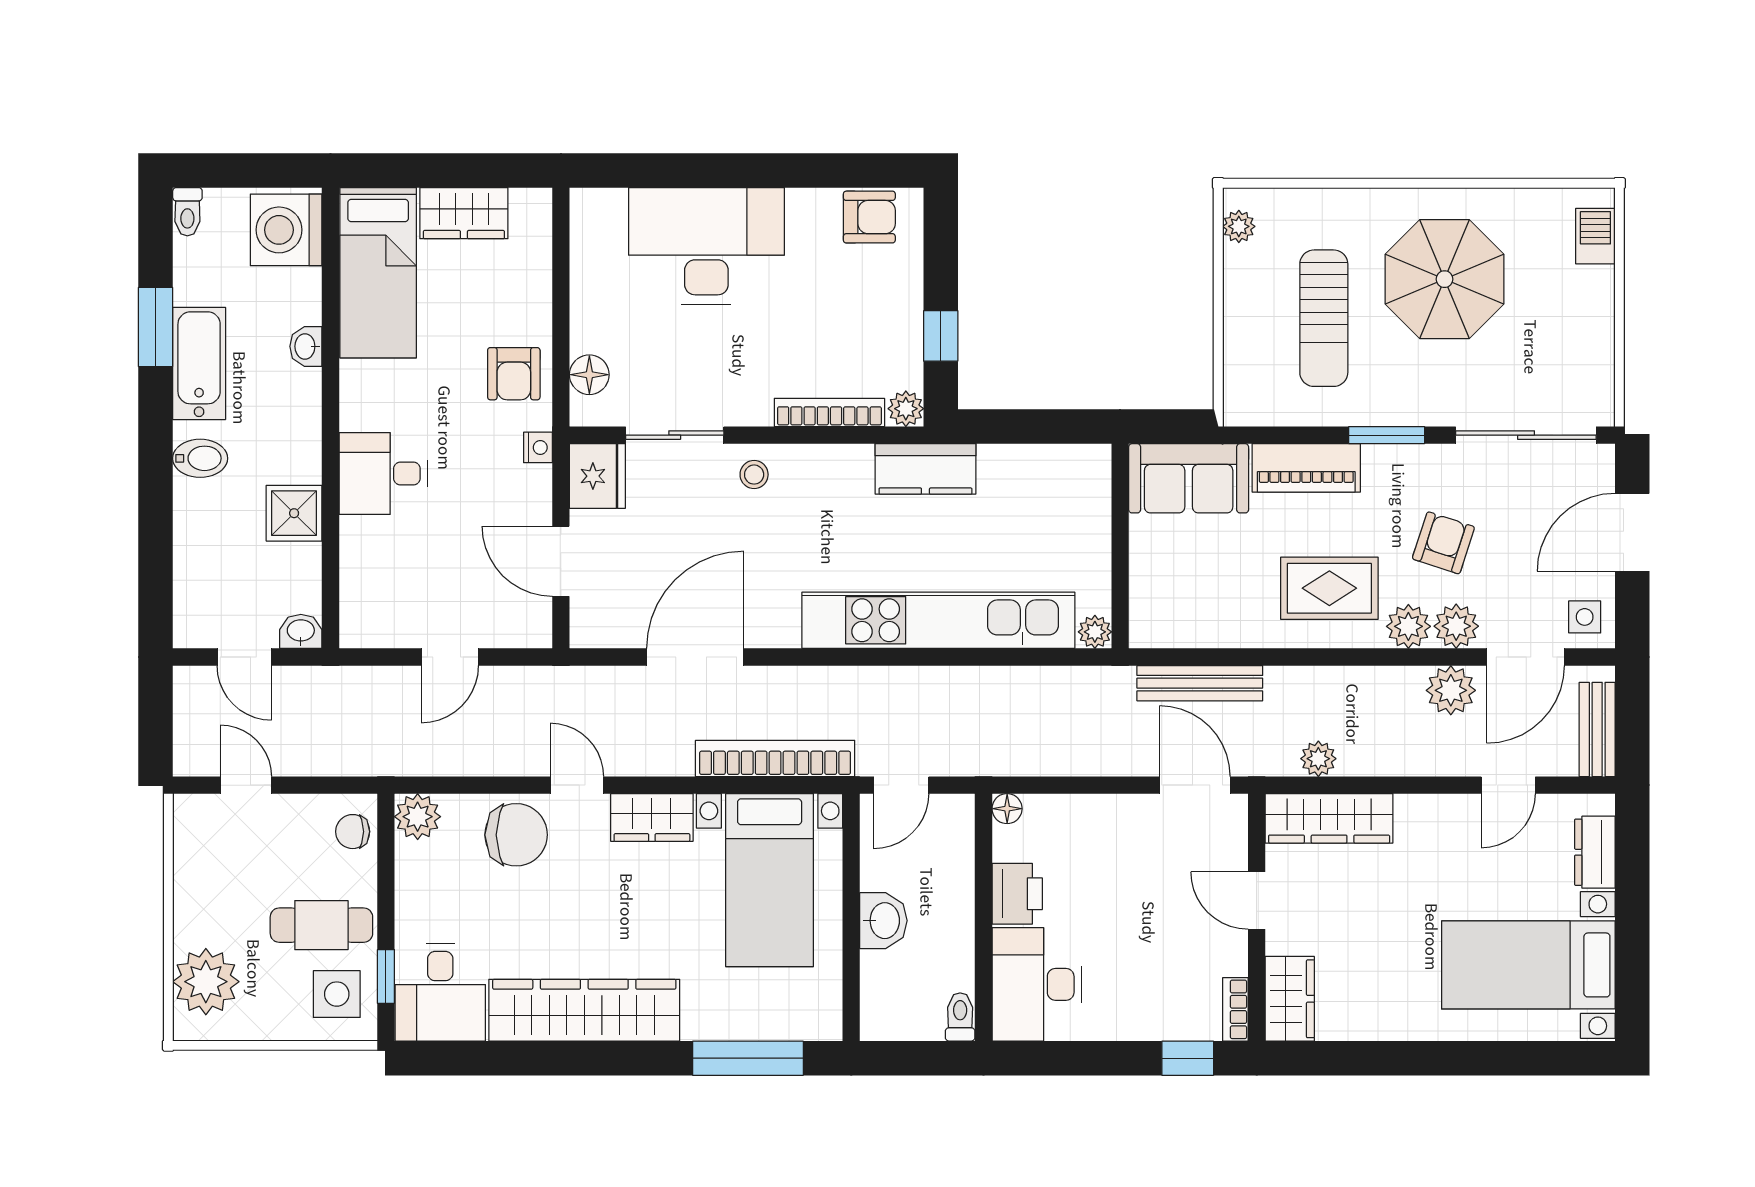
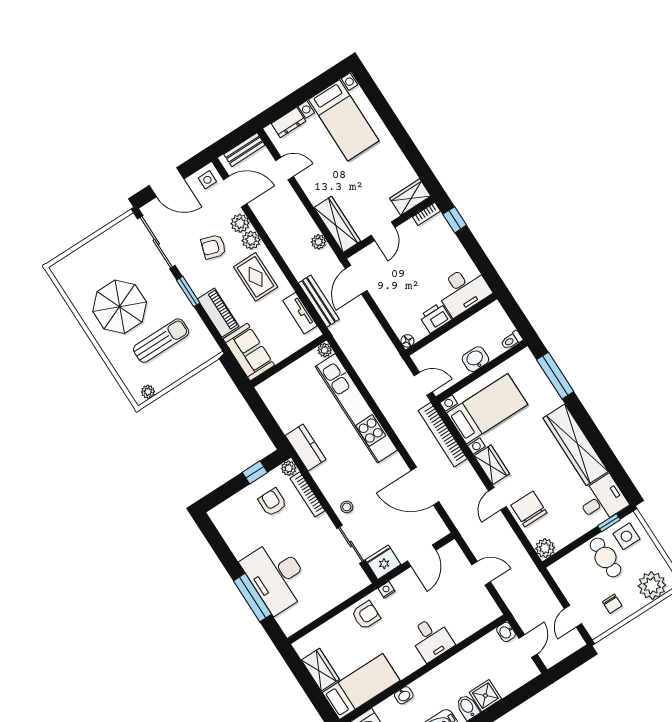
window: (695, 170) -> (252, 598), added
armchair: (869, 217) -> (272, 502), moved
barbecue: (1595, 236) -> (70, 263), removed
floor lamp: (589, 375) -> (349, 588), removed
shower: (294, 513) -> (485, 696), moved
tv unit: (1200, 630) -> (300, 313), added
plant: (1451, 690) -> (264, 210), removed
chair: (353, 832) -> (612, 604), moved
toilet: (960, 1017) -> (512, 340), moved

